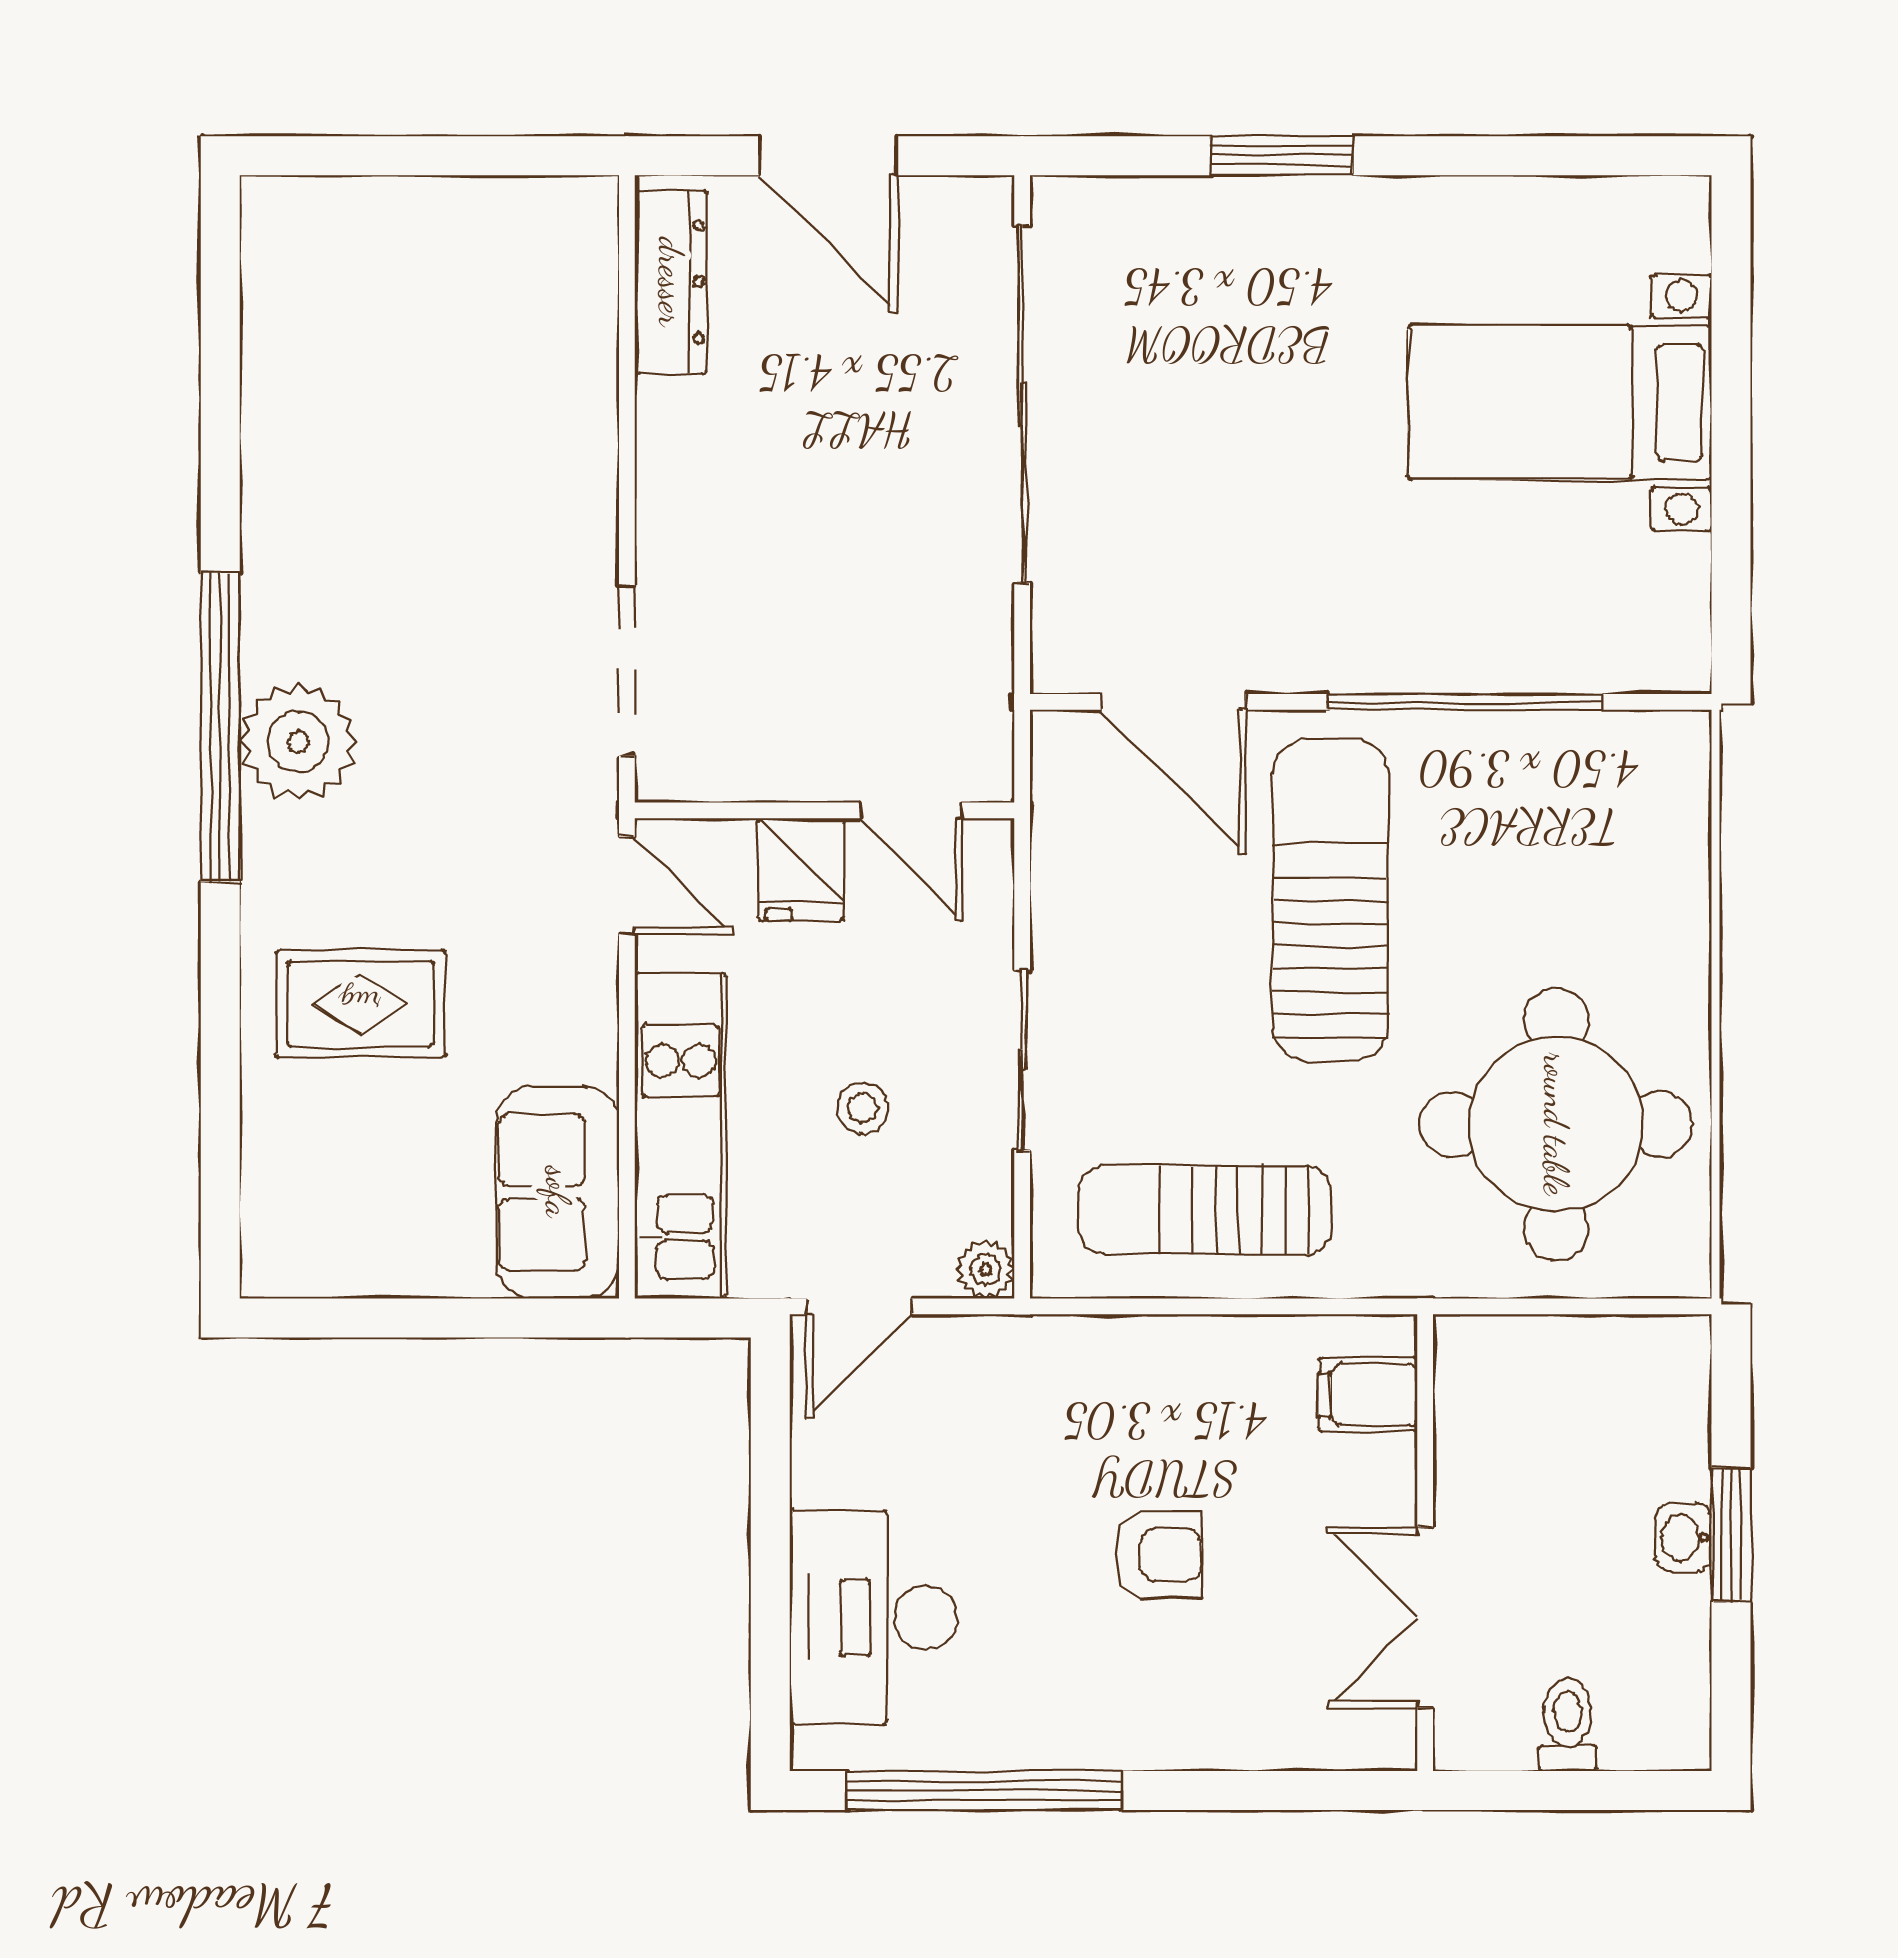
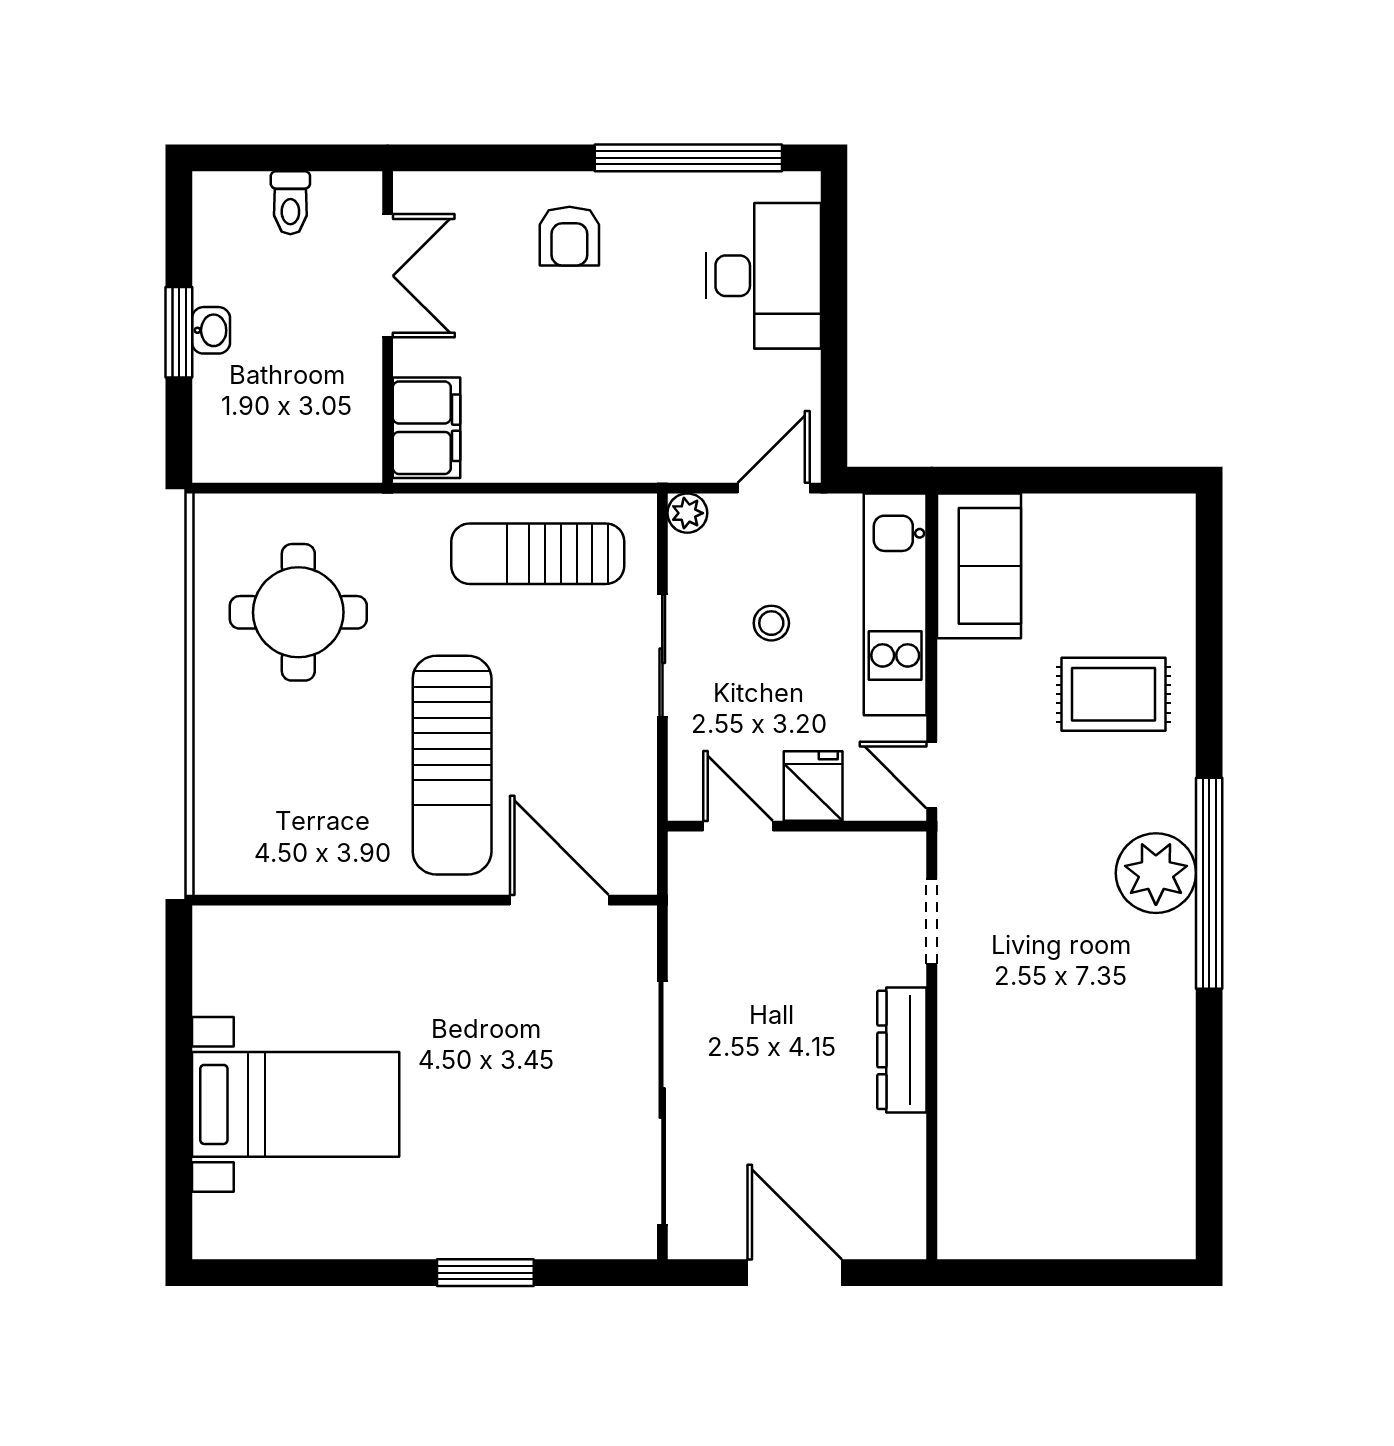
dresser: (671, 282) -> (902, 1050), moved
doorway: (627, 670) -> (932, 922), width x0.73
window: (1464, 702) -> (361, 900), removed
round table: (1556, 1124) -> (298, 612), width x0.73, depth x0.73
sun lounger: (1205, 1210) -> (538, 554), turned 180
filing cabinet: (1368, 1395) -> (426, 428), width x2.00
armchair: (1159, 1555) -> (569, 236), moved, turned -90

